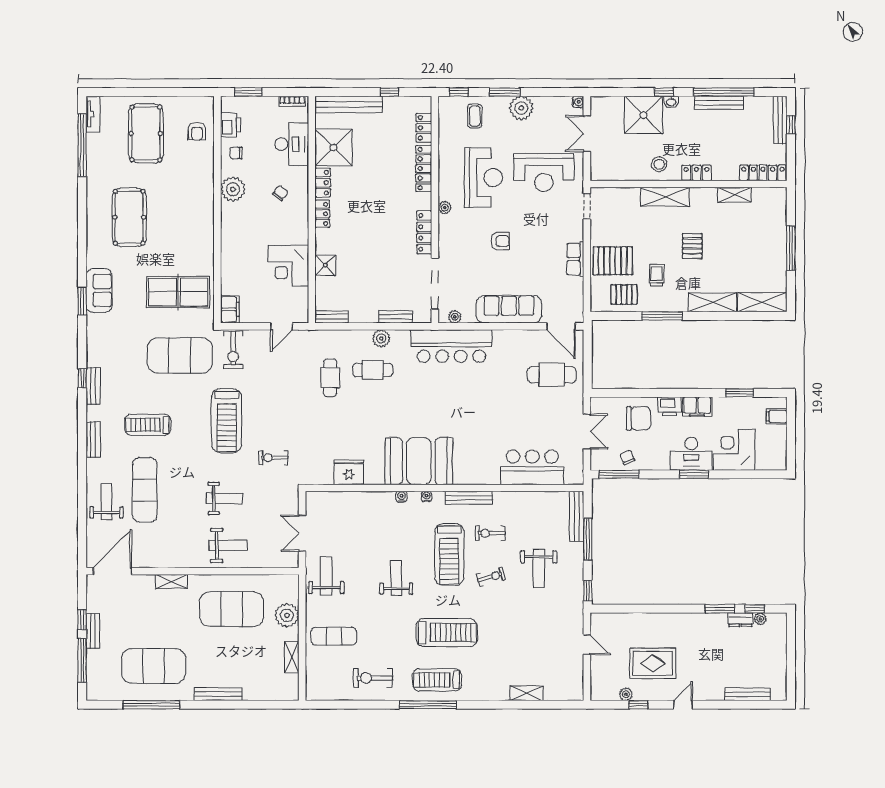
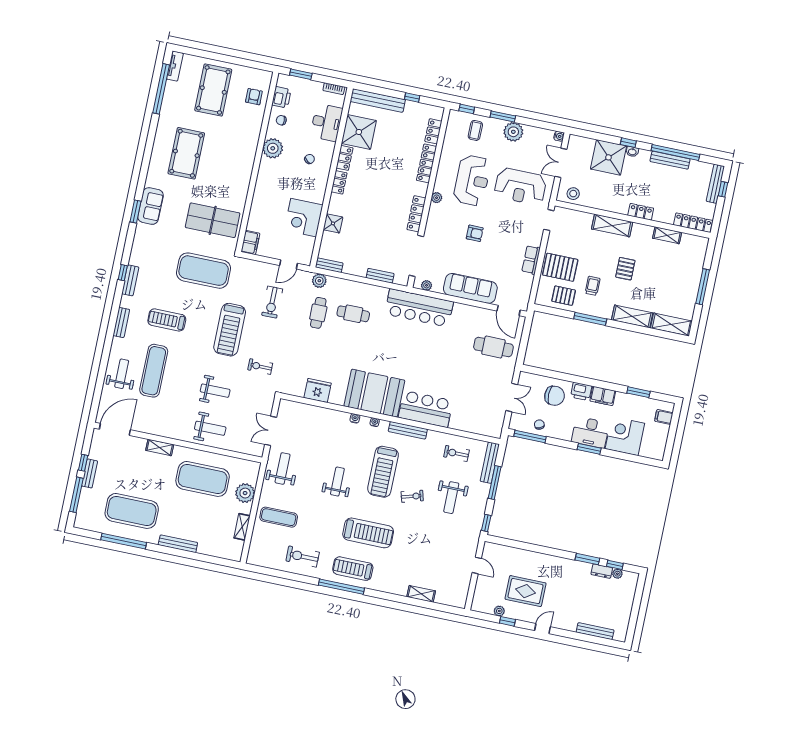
armchair: (197, 131) -> (254, 97), turned 180
stool: (659, 164) -> (573, 194), moved
plant: (381, 338) -> (319, 281), moved
exercise bike: (233, 350) -> (272, 302), moved
bar counter: (532, 467) -> (426, 409), moved
exercise bike: (490, 533) -> (456, 453), moved

